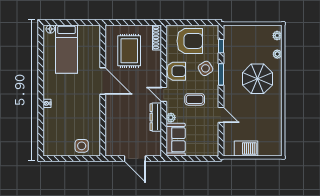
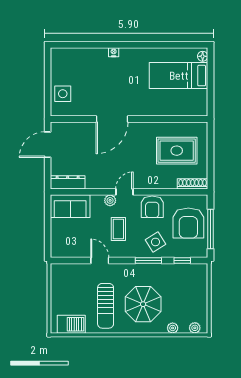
window: (195, 22) -> (211, 229), added
door: (103, 81) -> (112, 119), moved
sun lounger: (259, 110) -> (106, 306), added
door: (221, 115) -> (100, 261), swing flipped
dresser: (156, 117) -> (68, 182), moved
plant: (171, 118) -> (110, 200), moved
barbecue: (246, 149) -> (71, 324), moved, turned -90
door: (135, 159) -> (48, 145), moved

